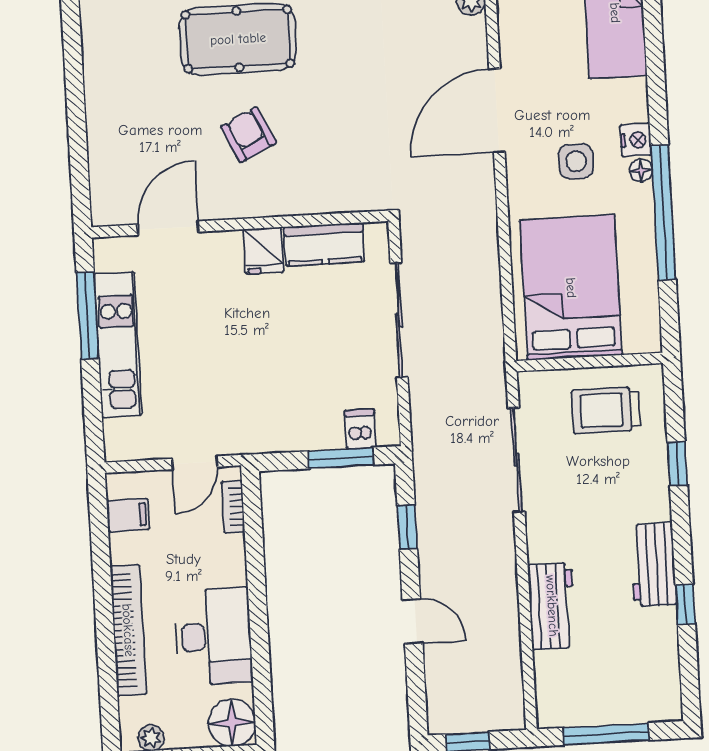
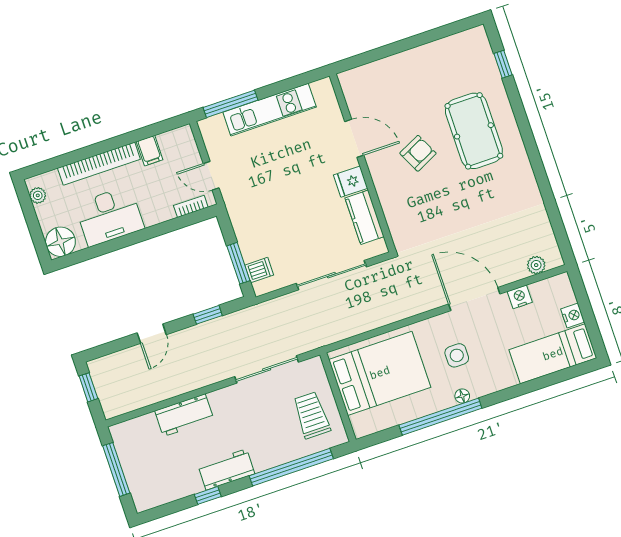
nightstand: (636, 140) -> (520, 297), moved, turned 180
door: (168, 228) -> (354, 138), moved
window: (87, 315) -> (230, 104), moved
window: (677, 464) -> (291, 467), width x3.17
filing cabinet: (128, 515) -> (150, 151), moved

